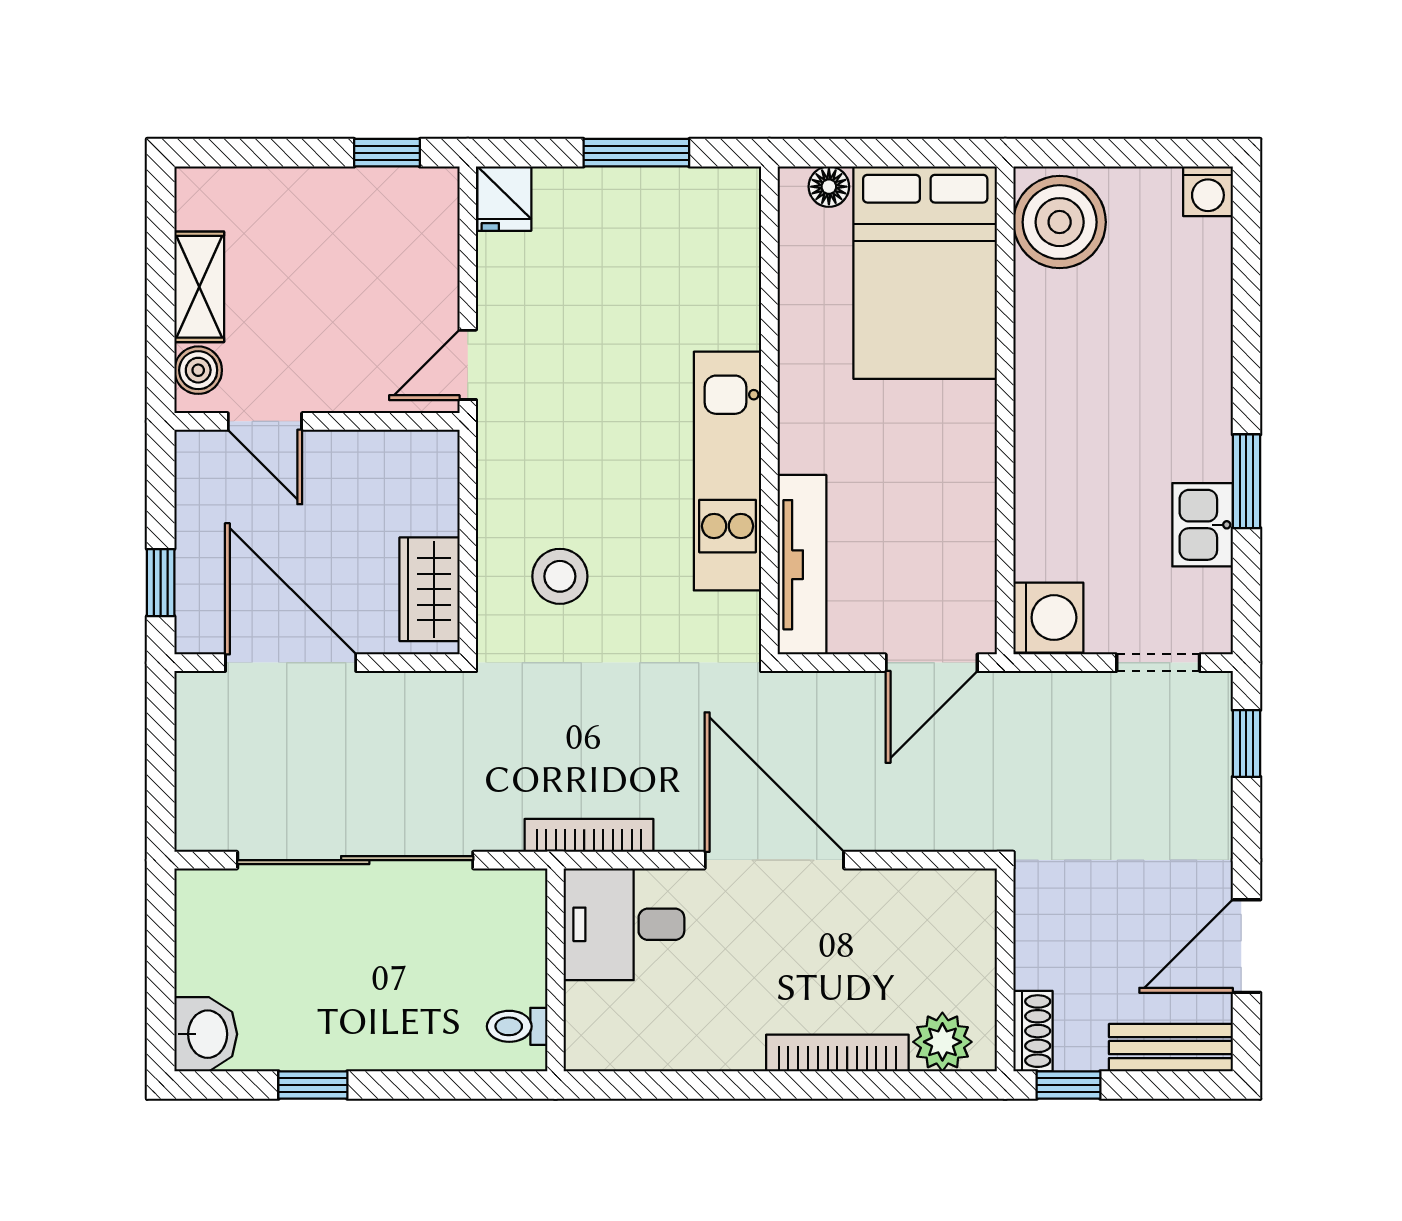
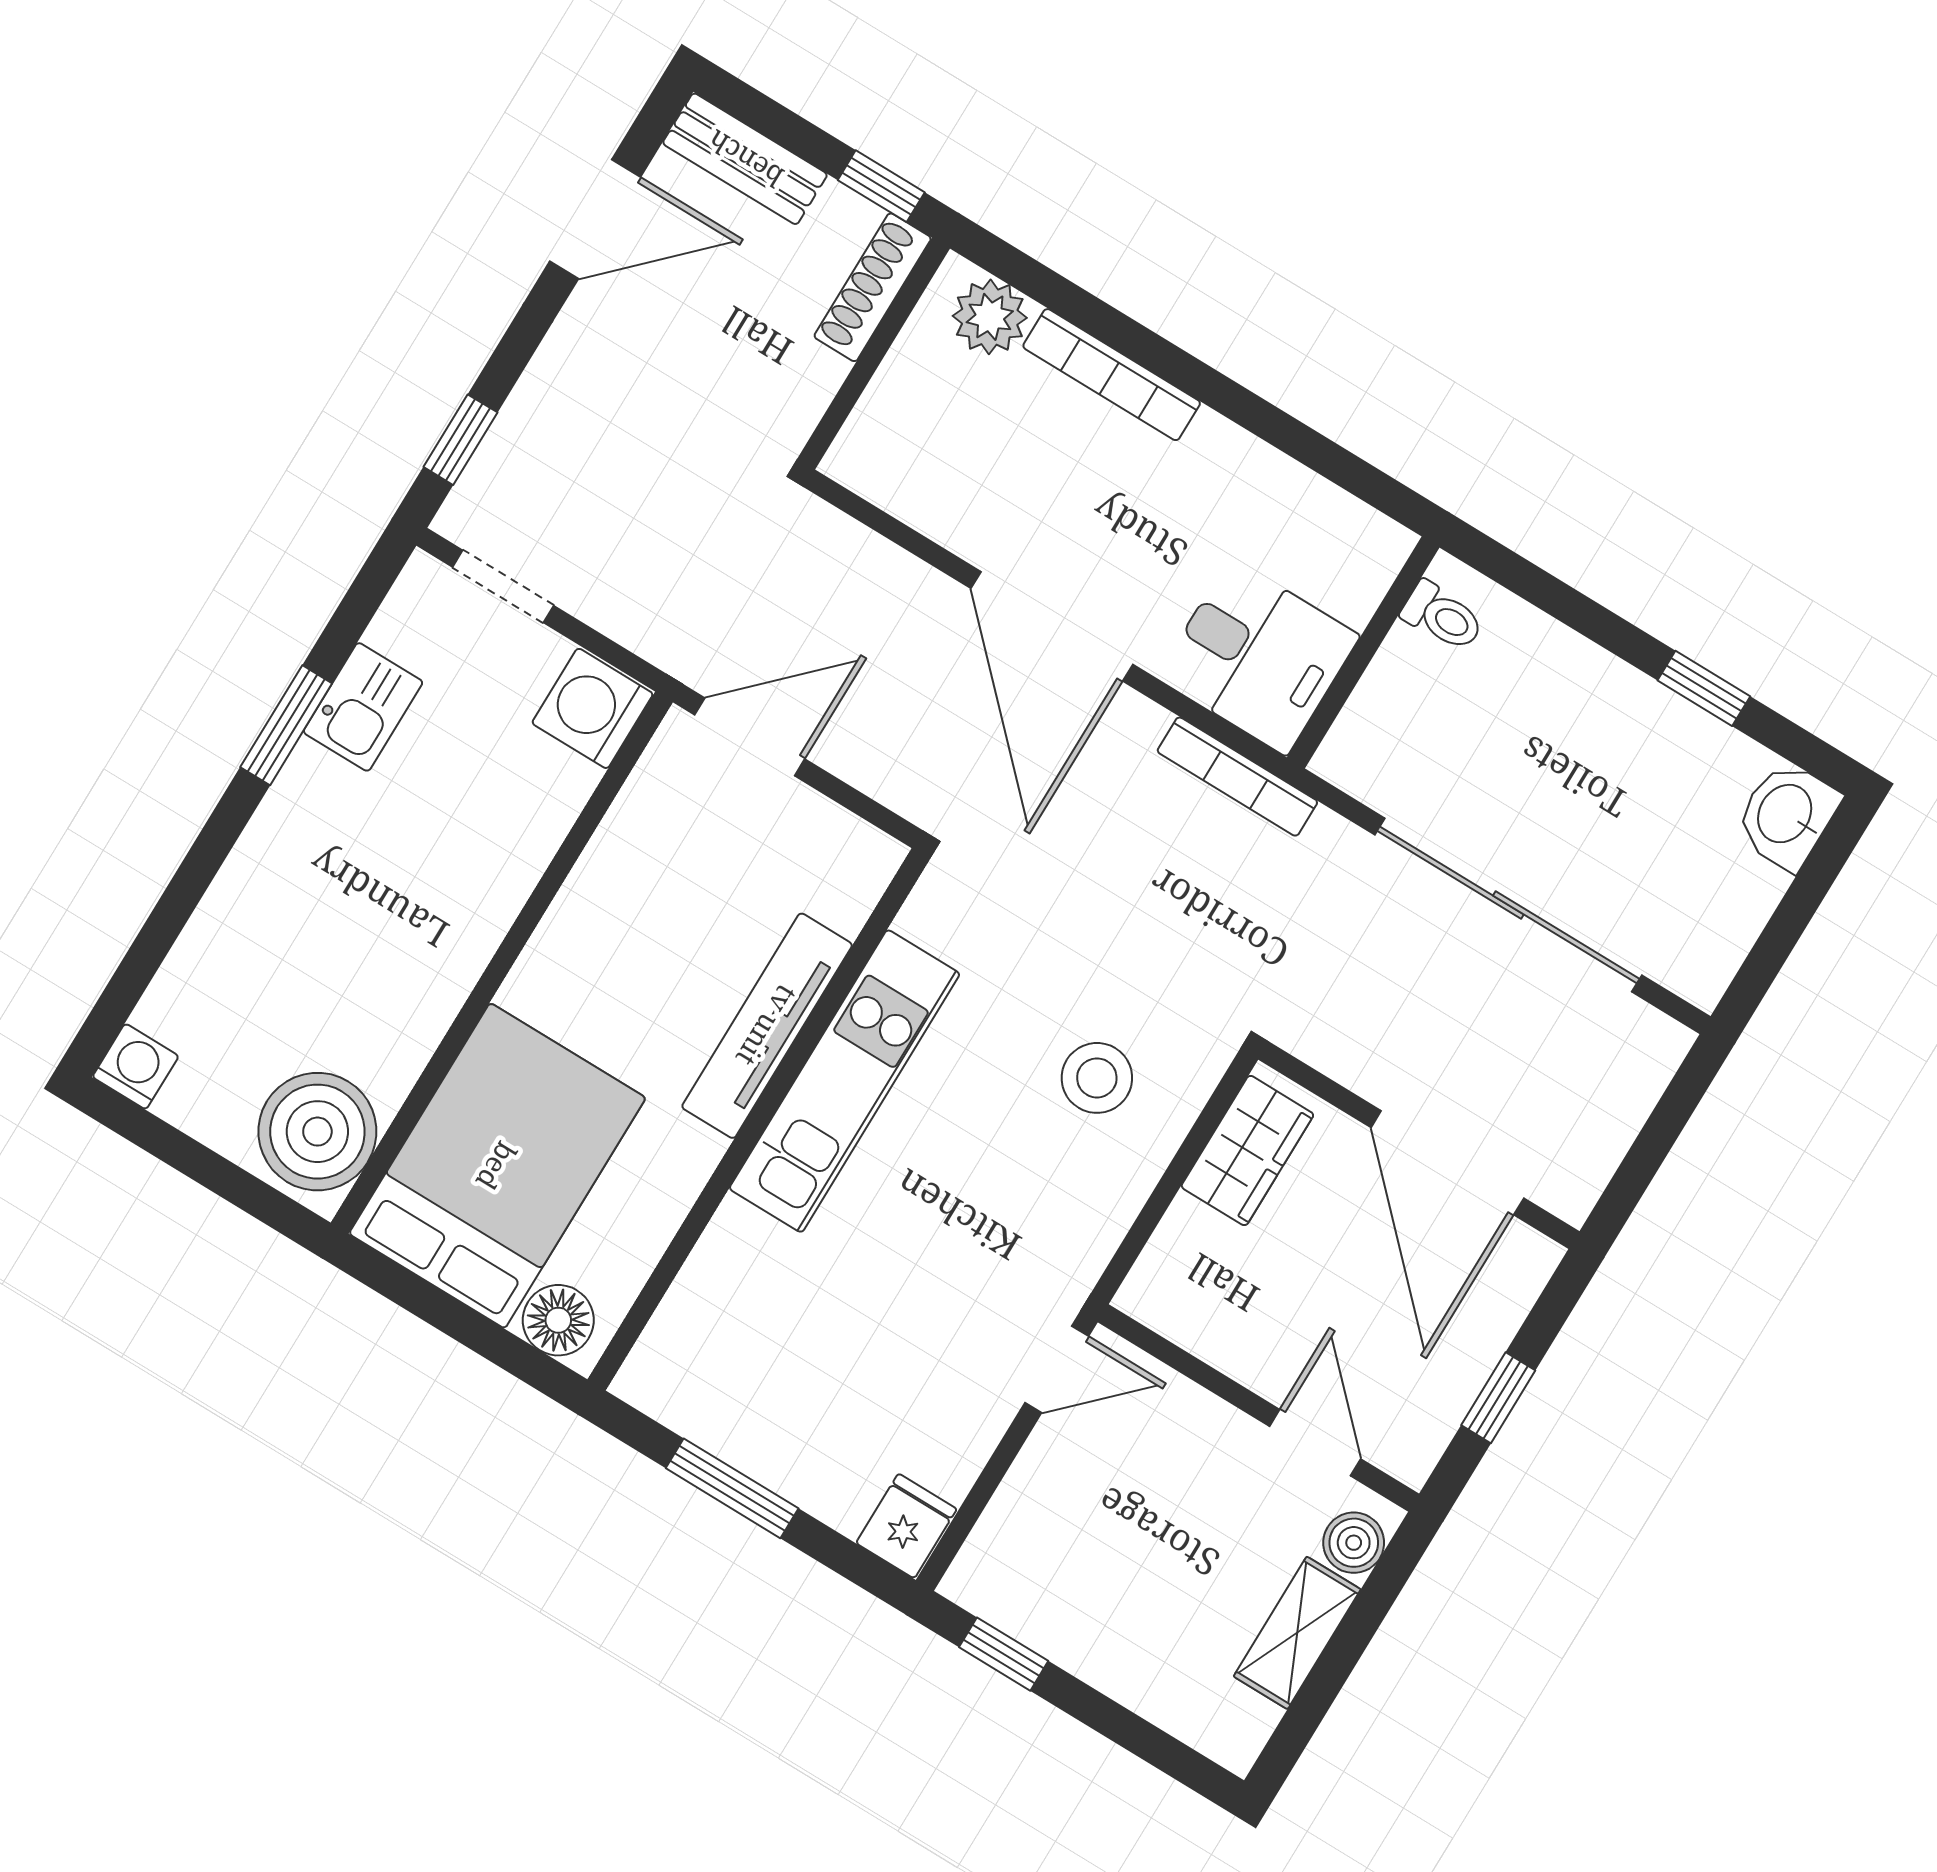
floor lamp: (829, 187) -> (558, 1320), width x1.37, depth x1.37
tv unit: (802, 565) -> (767, 1026), moved
window: (161, 583) -> (1498, 1398), moved
shoe rack: (1033, 1031) -> (873, 287), width x1.43

